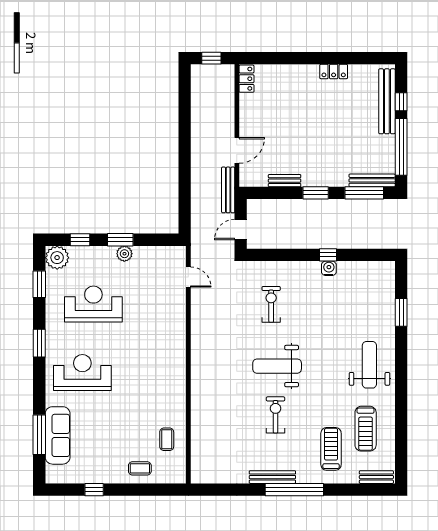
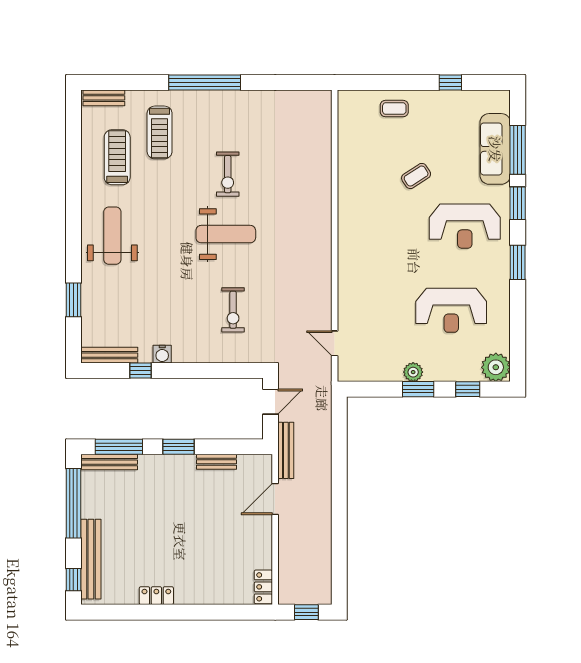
window: (401, 102) -> (73, 580), moved
window: (328, 255) -> (140, 371), moved
window: (39, 284) -> (518, 203), moved
weight bench: (369, 365) -> (112, 236), turned 180
coffee table: (167, 439) -> (416, 176), moved, turned 57
bench: (272, 477) -> (109, 355), moved

